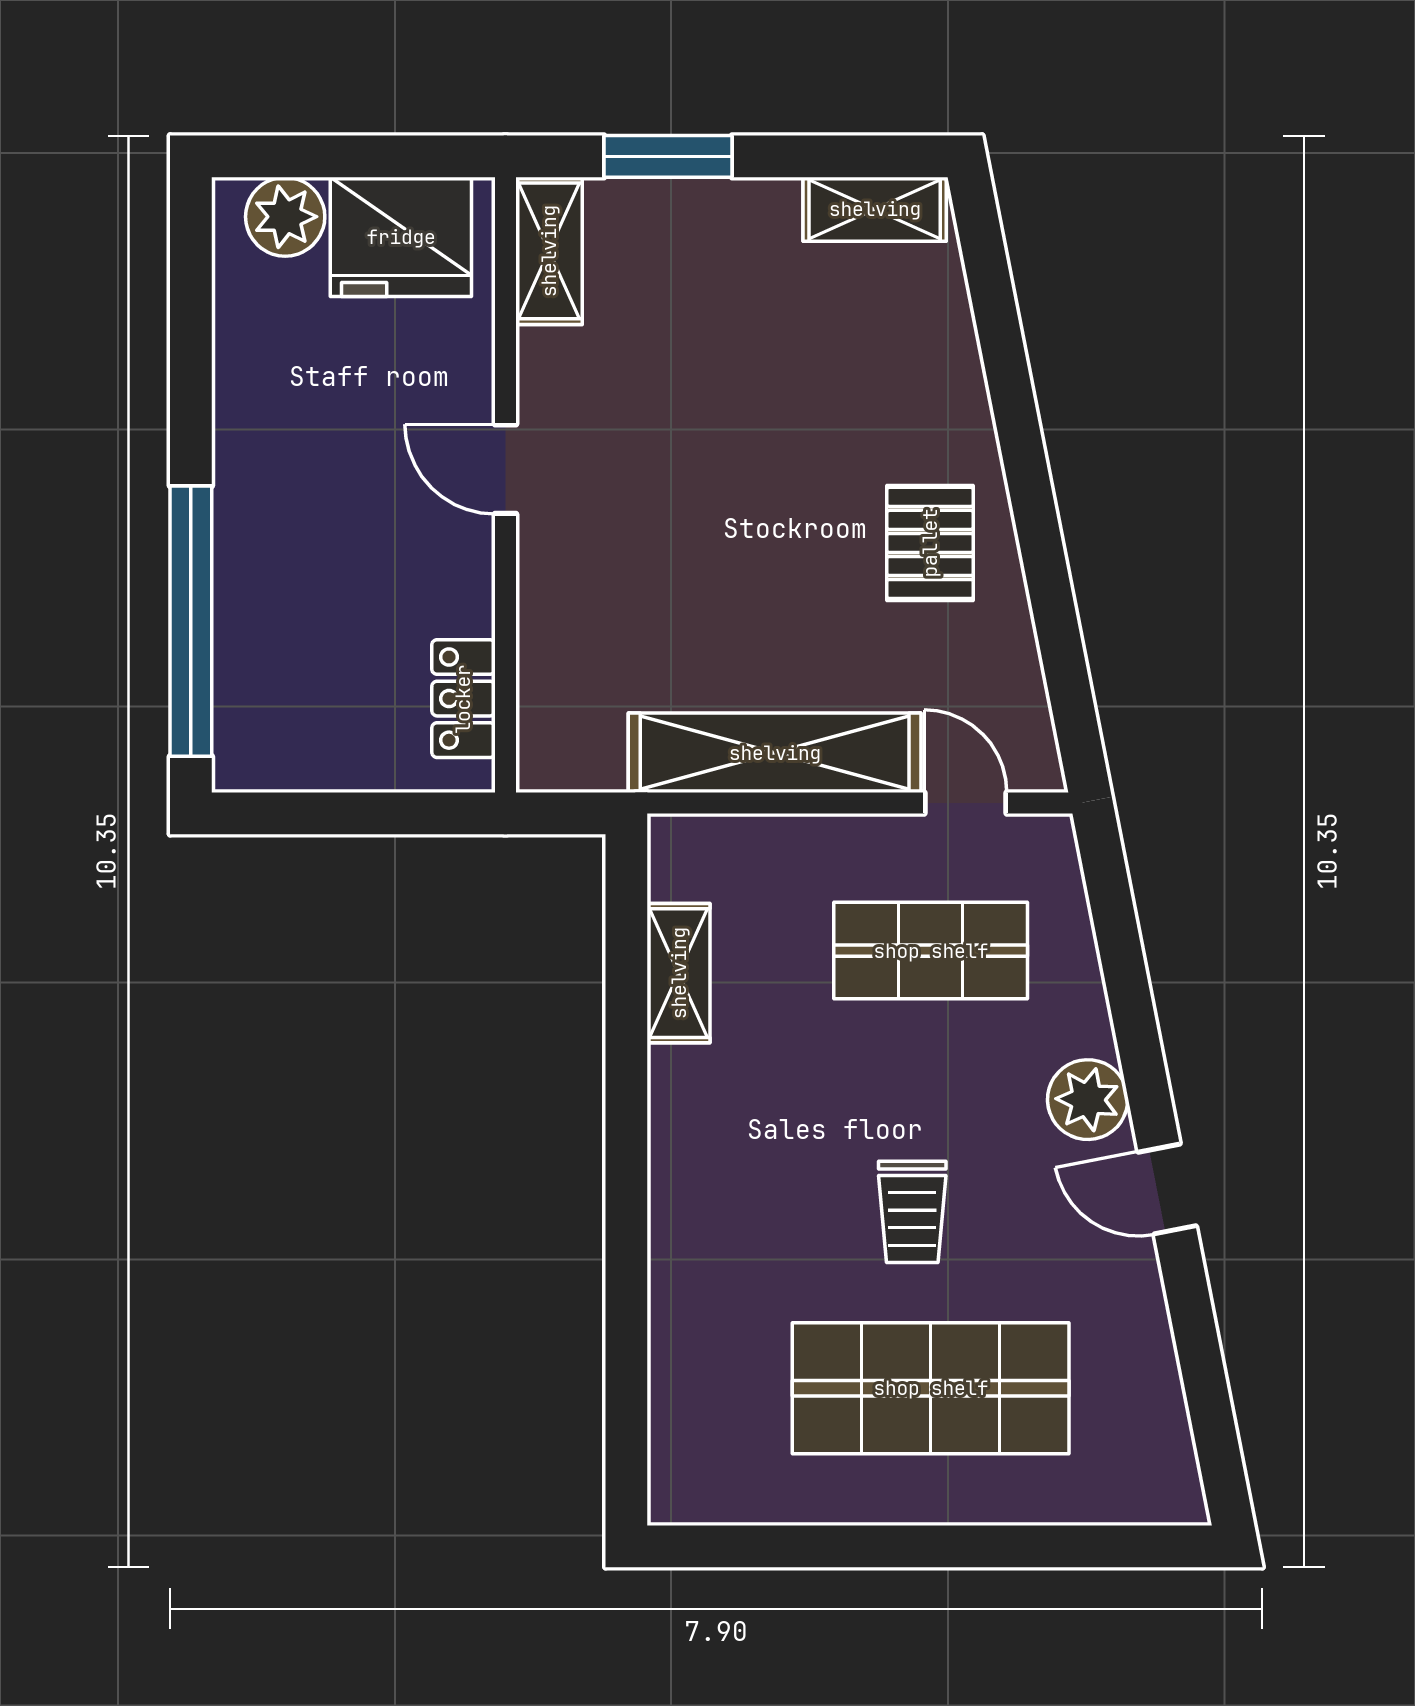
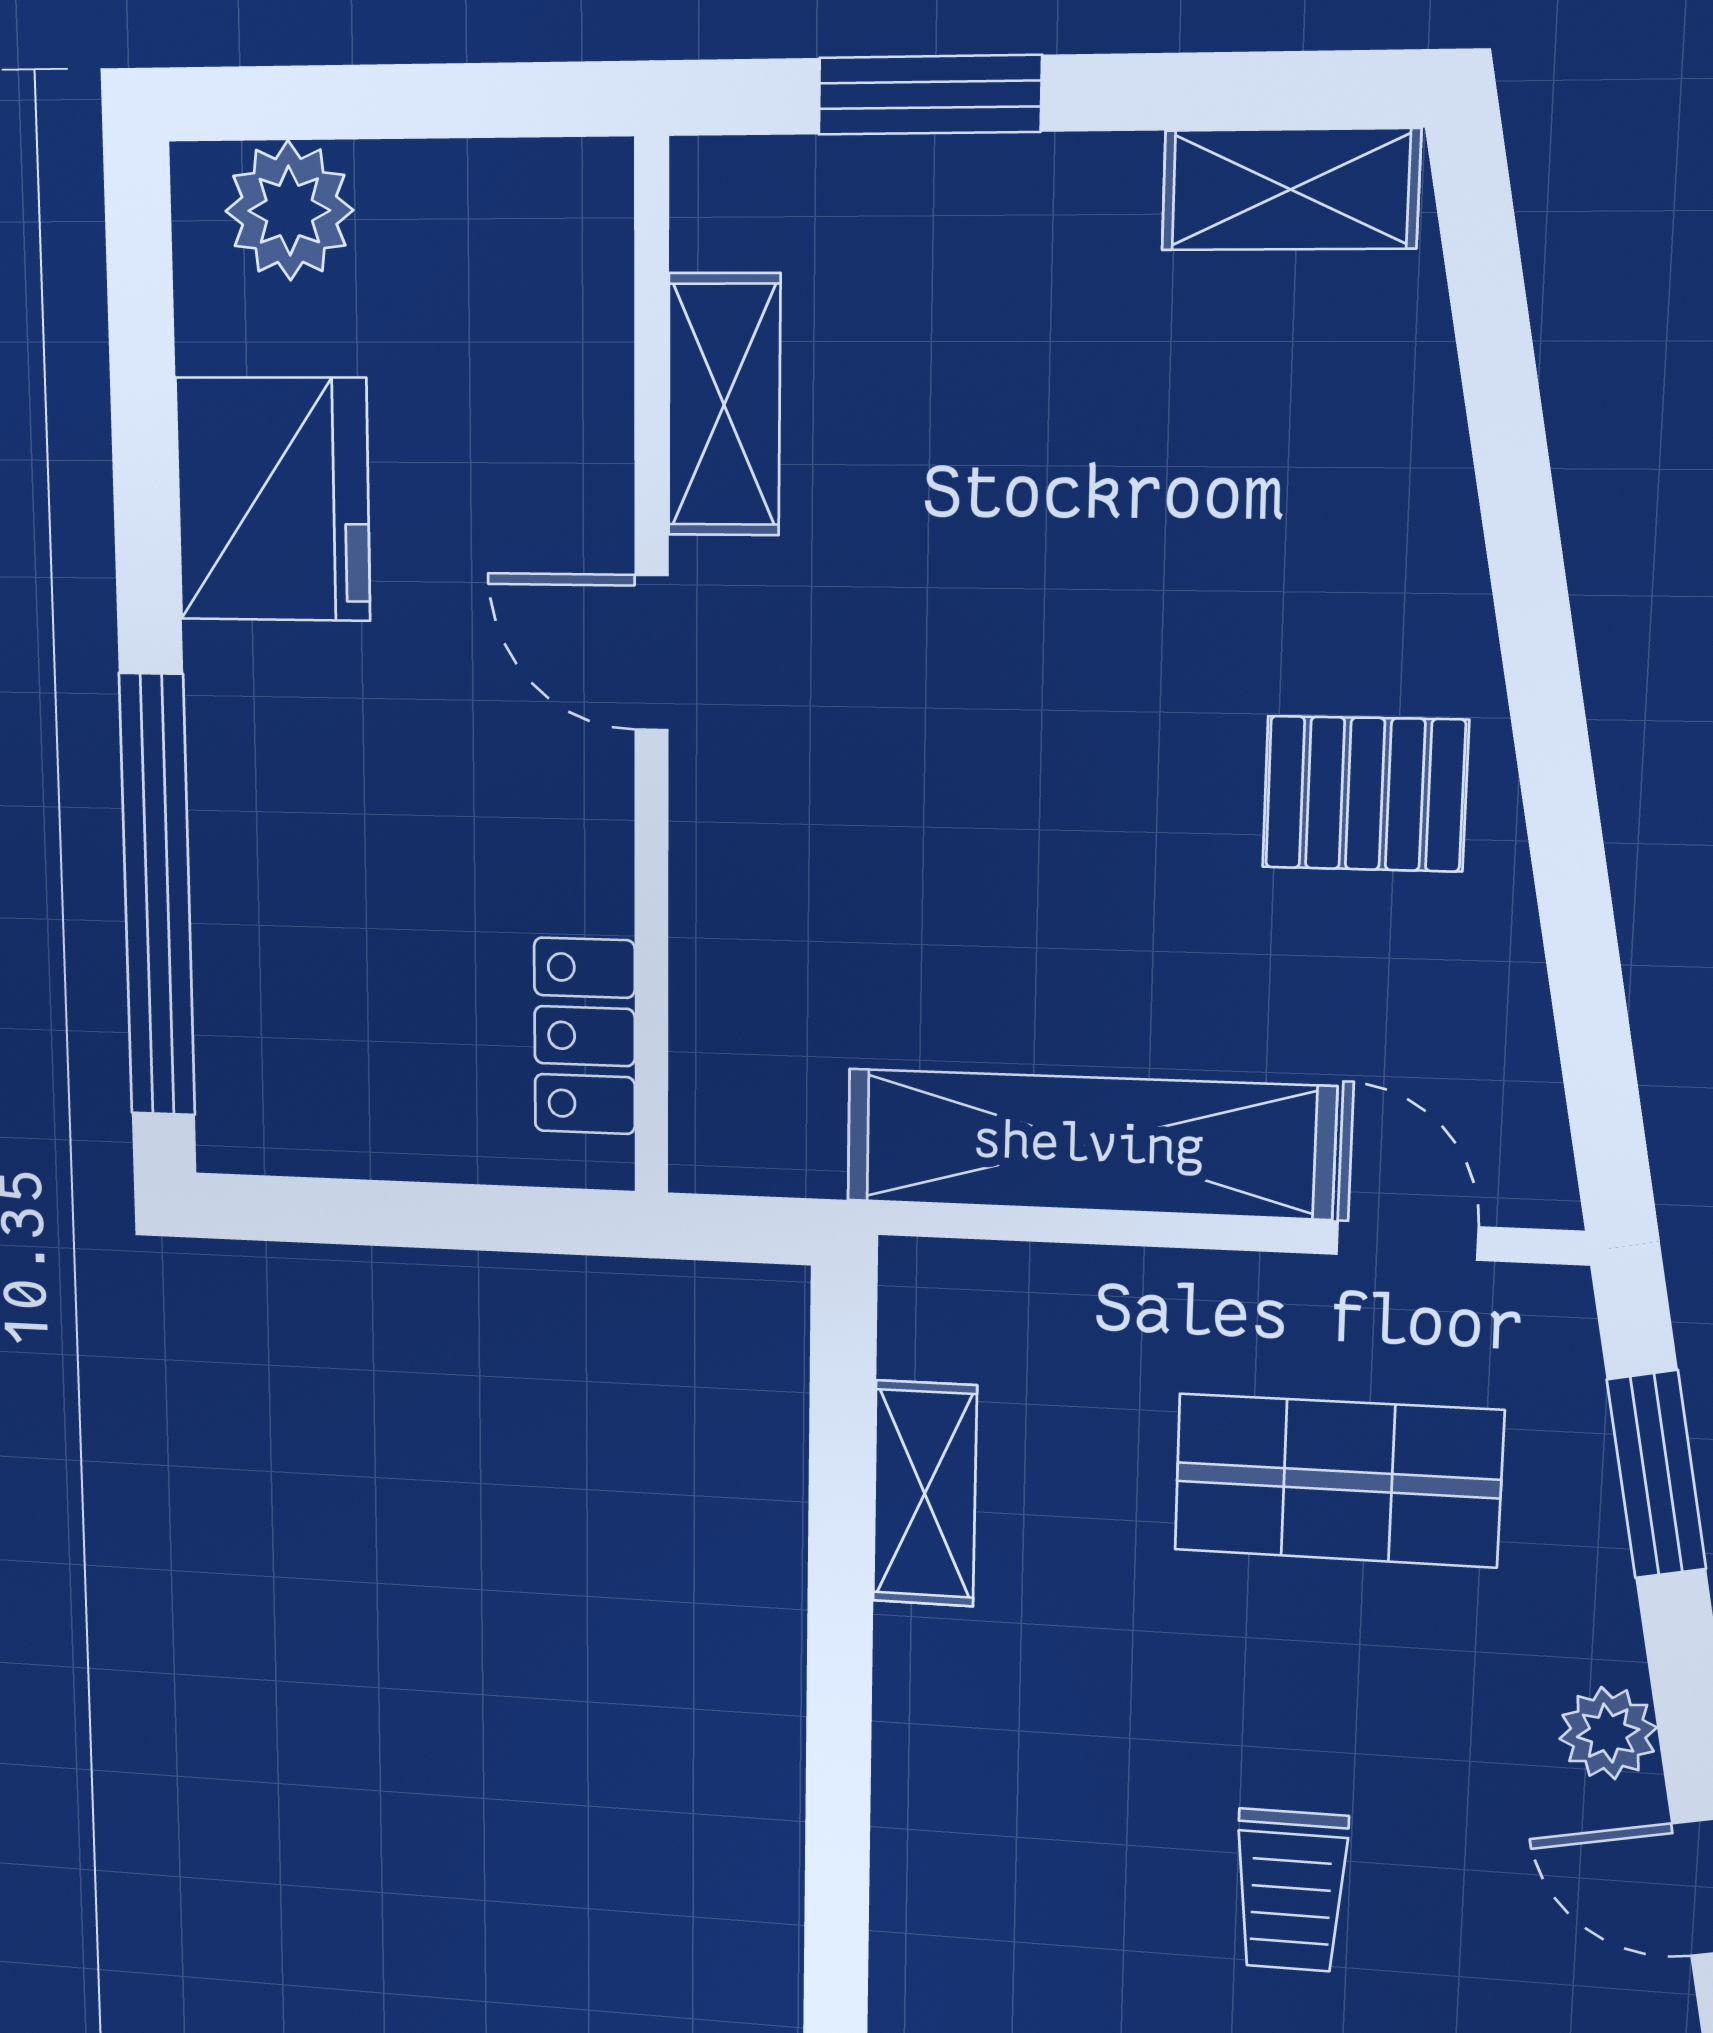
fridge: (401, 237) -> (273, 499), moved, turned -90
shelving: (549, 251) -> (724, 405), moved
pallet: (930, 543) -> (1365, 794), turned 90
window: (1118, 936) -> (1656, 1474), added
plant: (1088, 1100) -> (1608, 1733), width x0.73, depth x0.73

